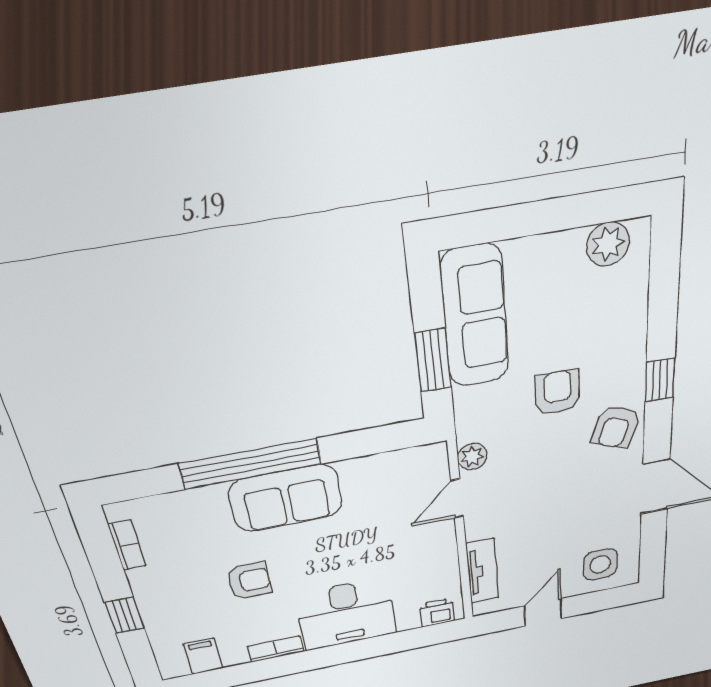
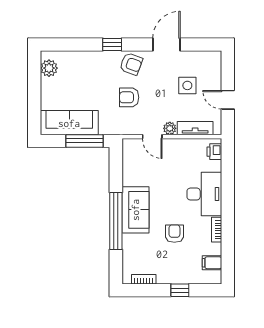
window: (433, 360) -> (84, 141), width x1.44
armchair: (558, 393) -> (129, 97), moved
plant: (472, 457) -> (170, 128), moved
side table: (600, 564) -> (187, 85), moved

